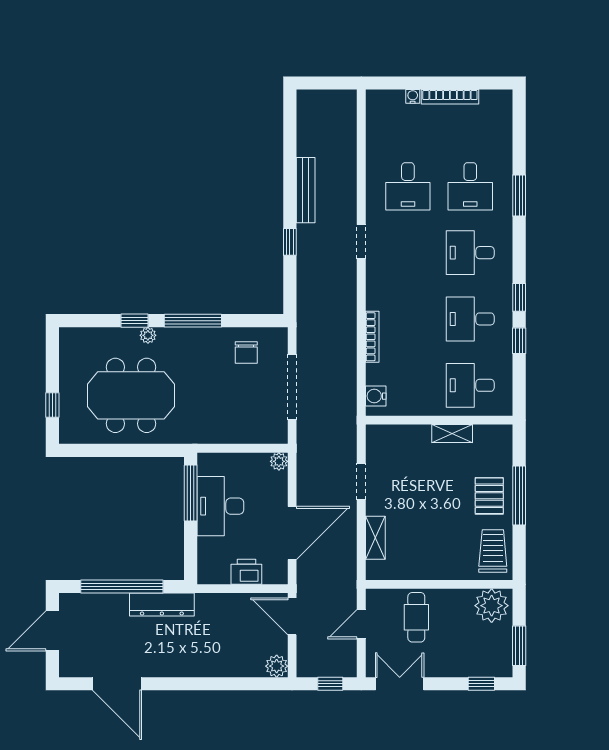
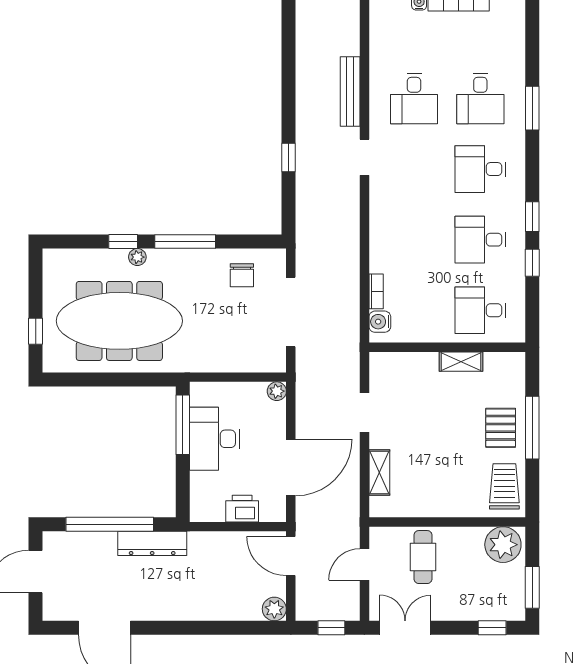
bench: (306, 190) -> (350, 92), moved
bookcase: (372, 337) -> (376, 291), moved, width x0.64
meeting table: (131, 395) -> (119, 321), width x1.36

